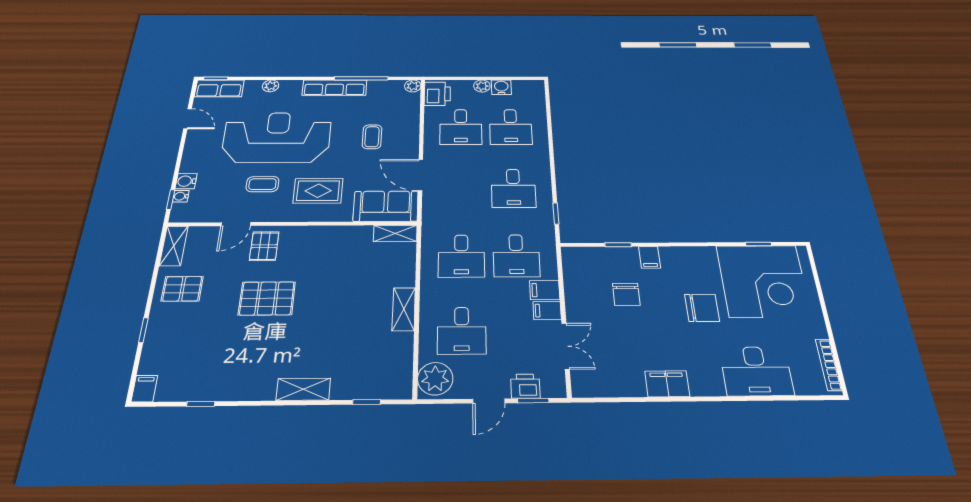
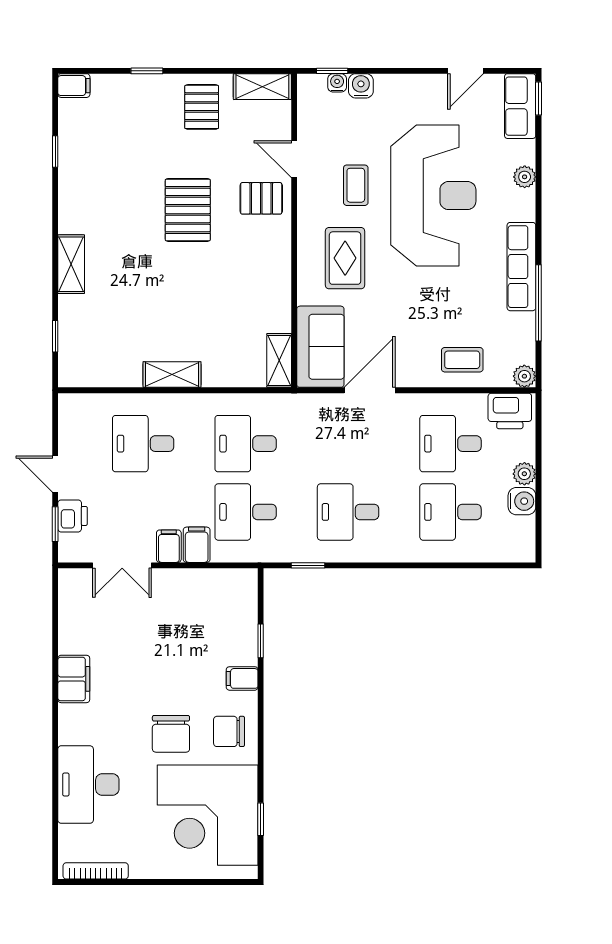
coffee table: (372, 137) -> (462, 360), moved
chair: (626, 294) -> (229, 731), moved
plant: (435, 379) -> (83, 413), removed

